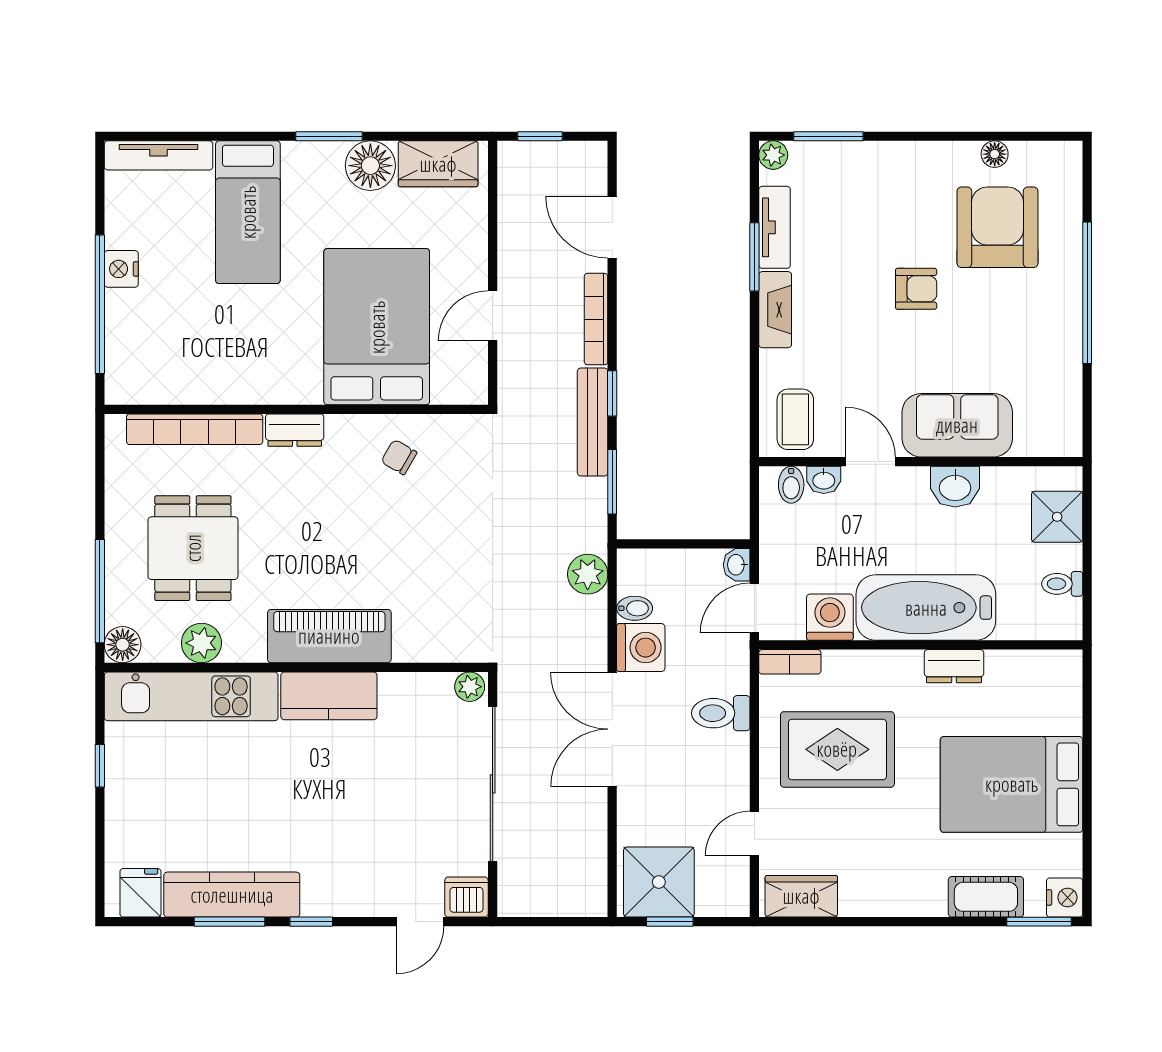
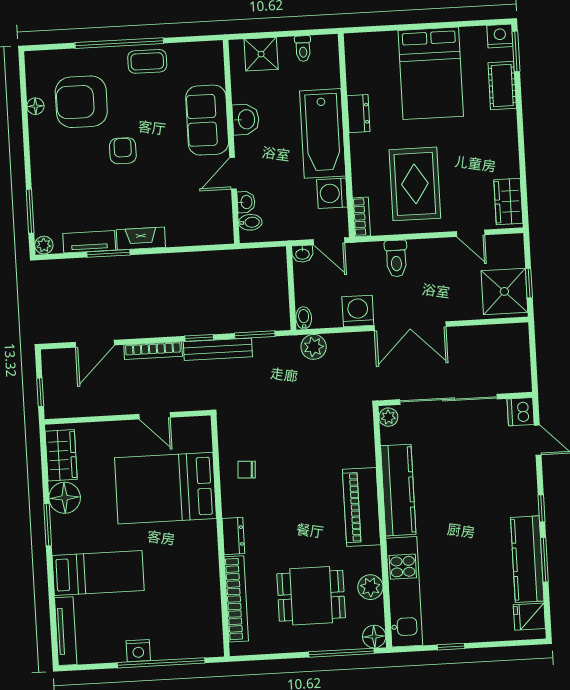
coffee table: (795, 419) -> (147, 61), moved
chair: (399, 457) -> (247, 470), turned 63
bidet: (635, 608) -> (304, 318), moved
kitchen counter: (329, 696) -> (398, 490), width x1.50

